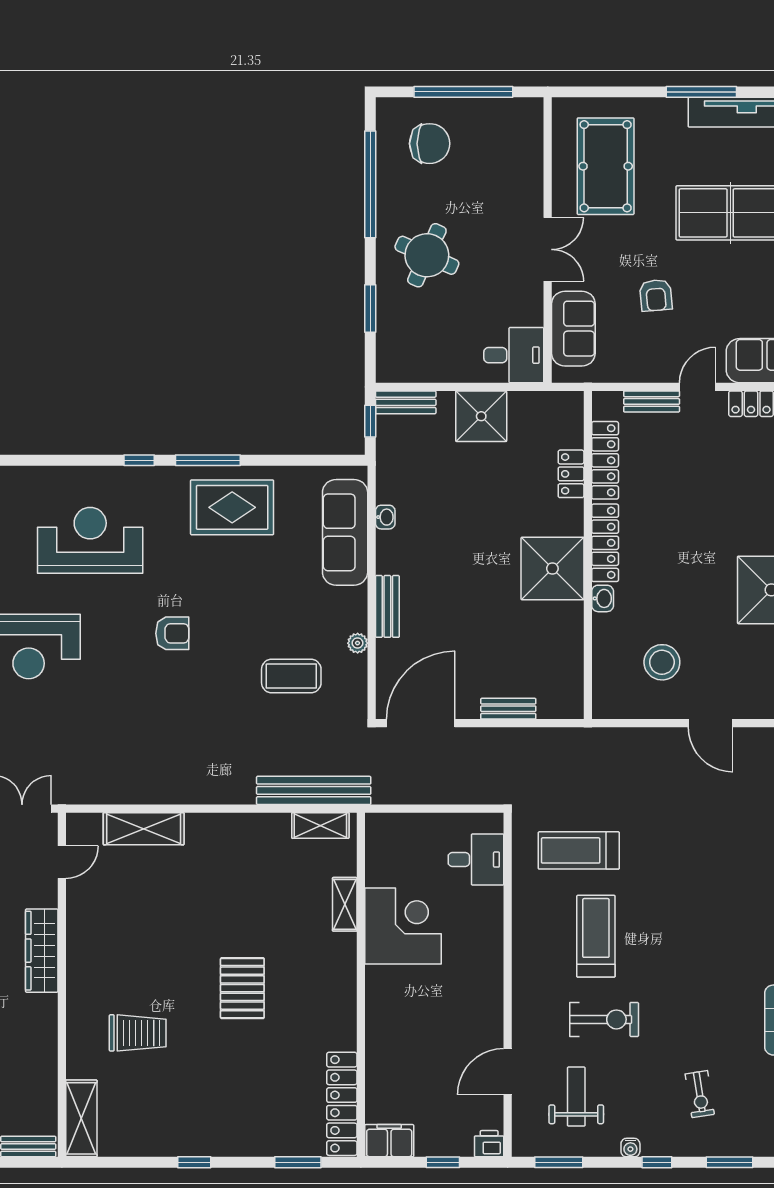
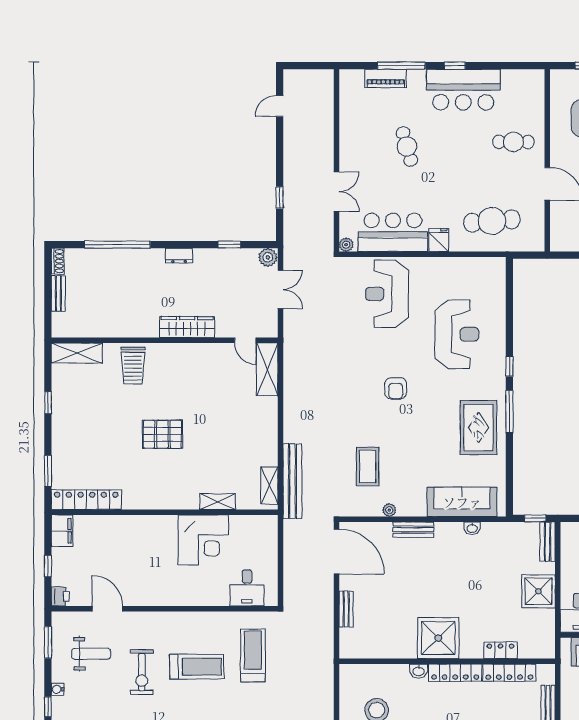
door: (62, 862) -> (245, 340), moved
wardrobe: (42, 951) -> (187, 327), moved
wall: (62, 985) -> (165, 340), moved
shelving: (81, 1118) -> (77, 353), moved

